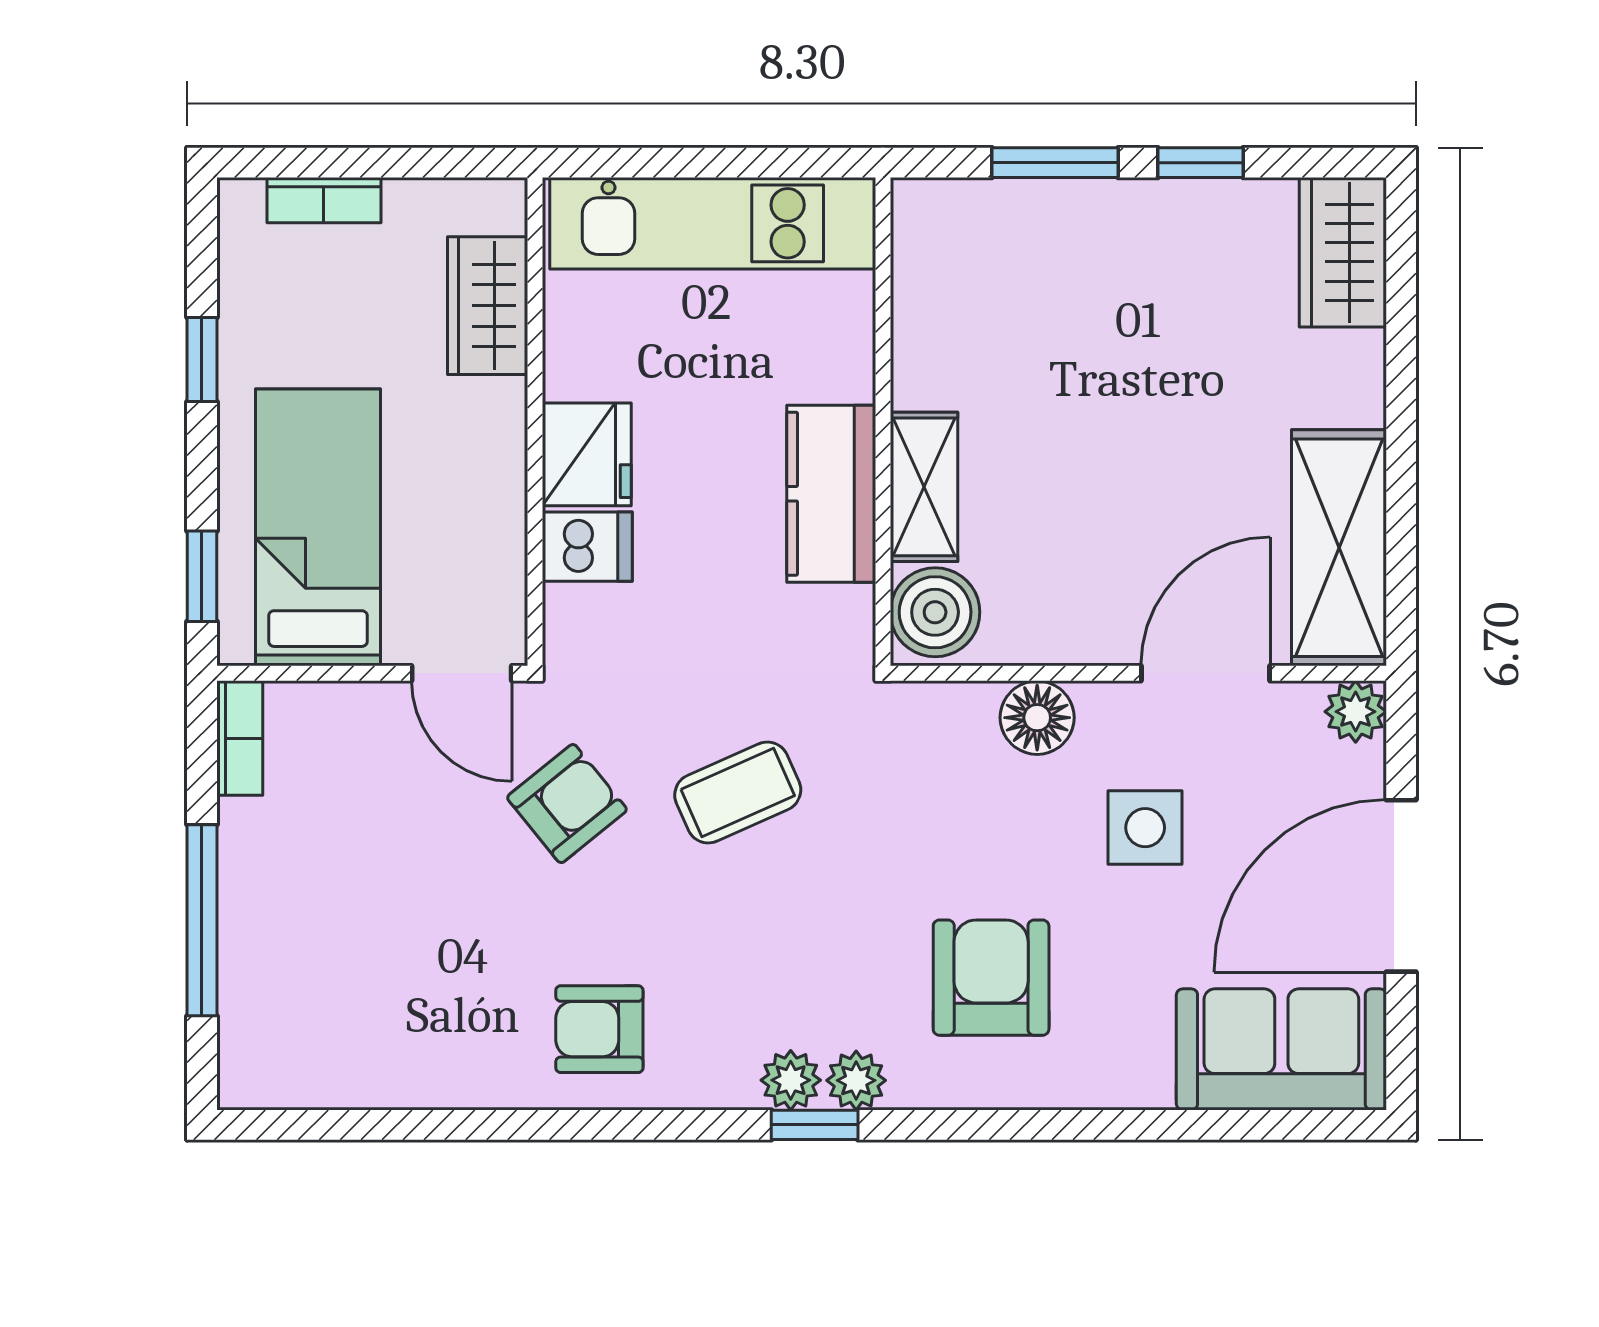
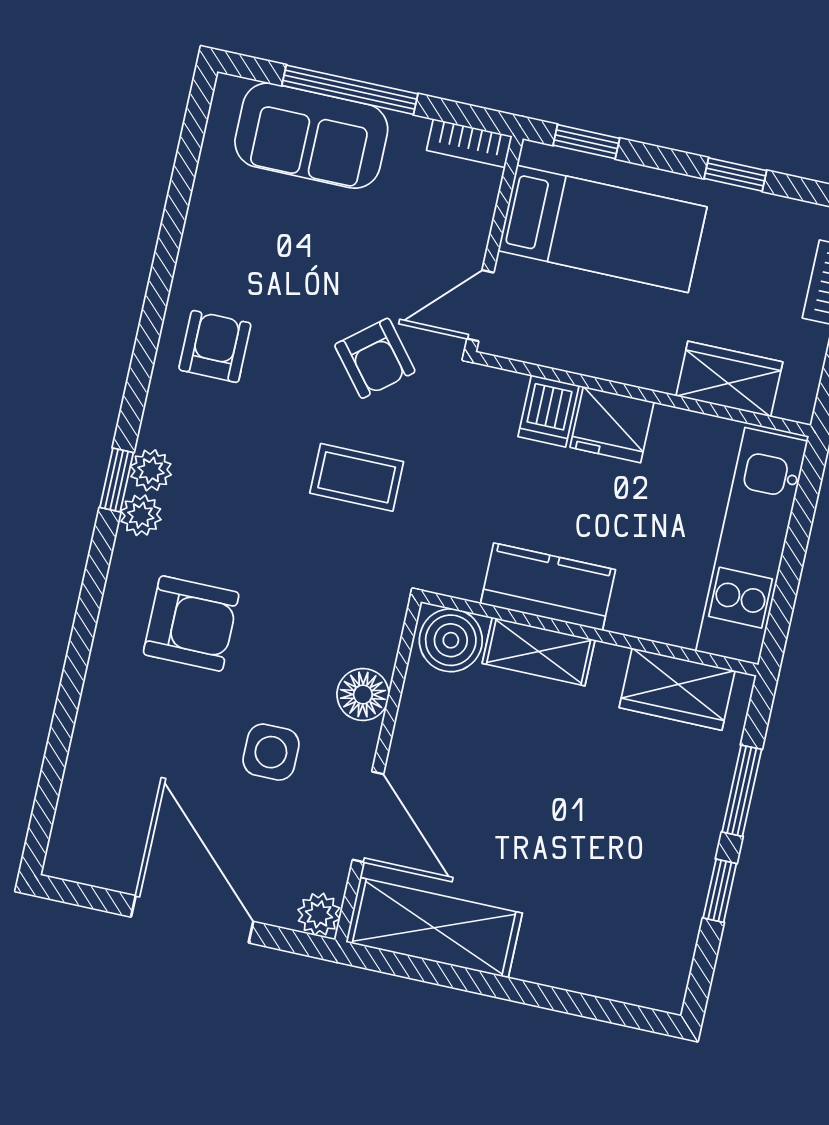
wardrobe: (1343, 252) -> (677, 689), moved, turned 180
coffee table: (738, 792) -> (357, 477), turned -66
sofa: (1281, 1049) -> (311, 136), moved, turned 90

